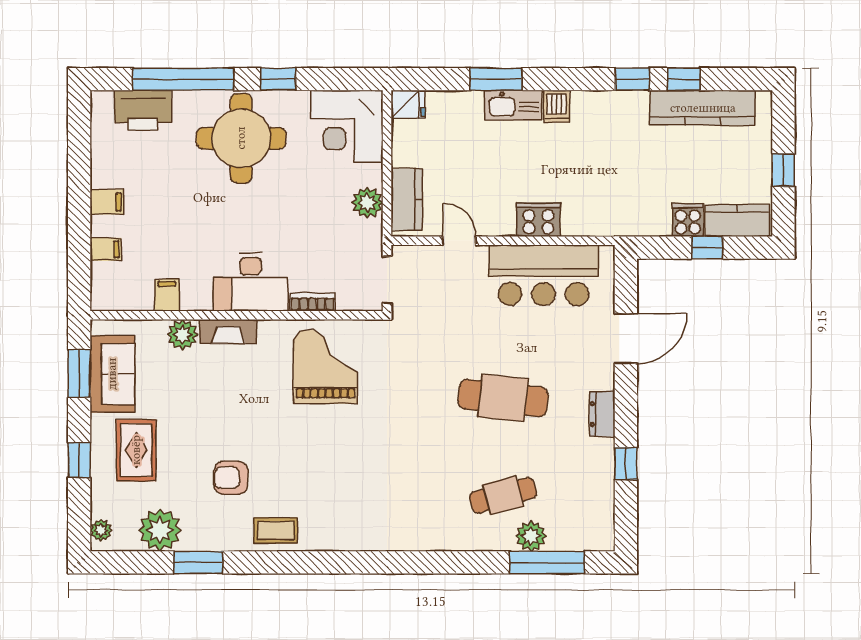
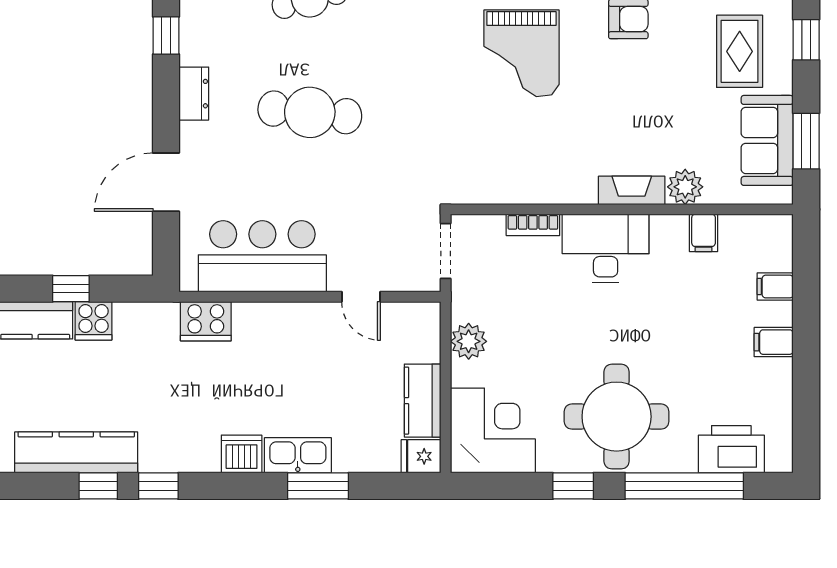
dishwasher: (557, 106) -> (242, 454), width x1.38
kitchen counter: (407, 200) -> (423, 401), moved
cooker: (538, 220) -> (206, 321), moved
grand piano: (325, 367) -> (521, 53), moved

